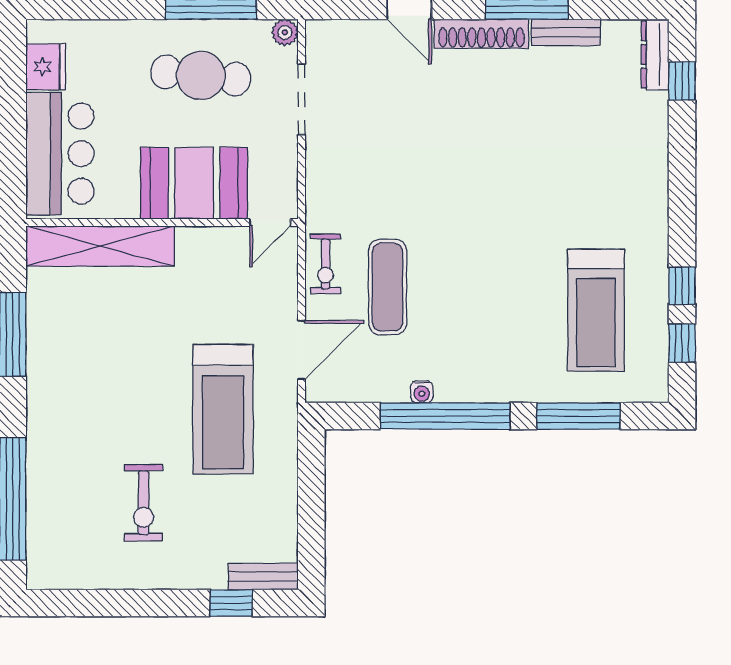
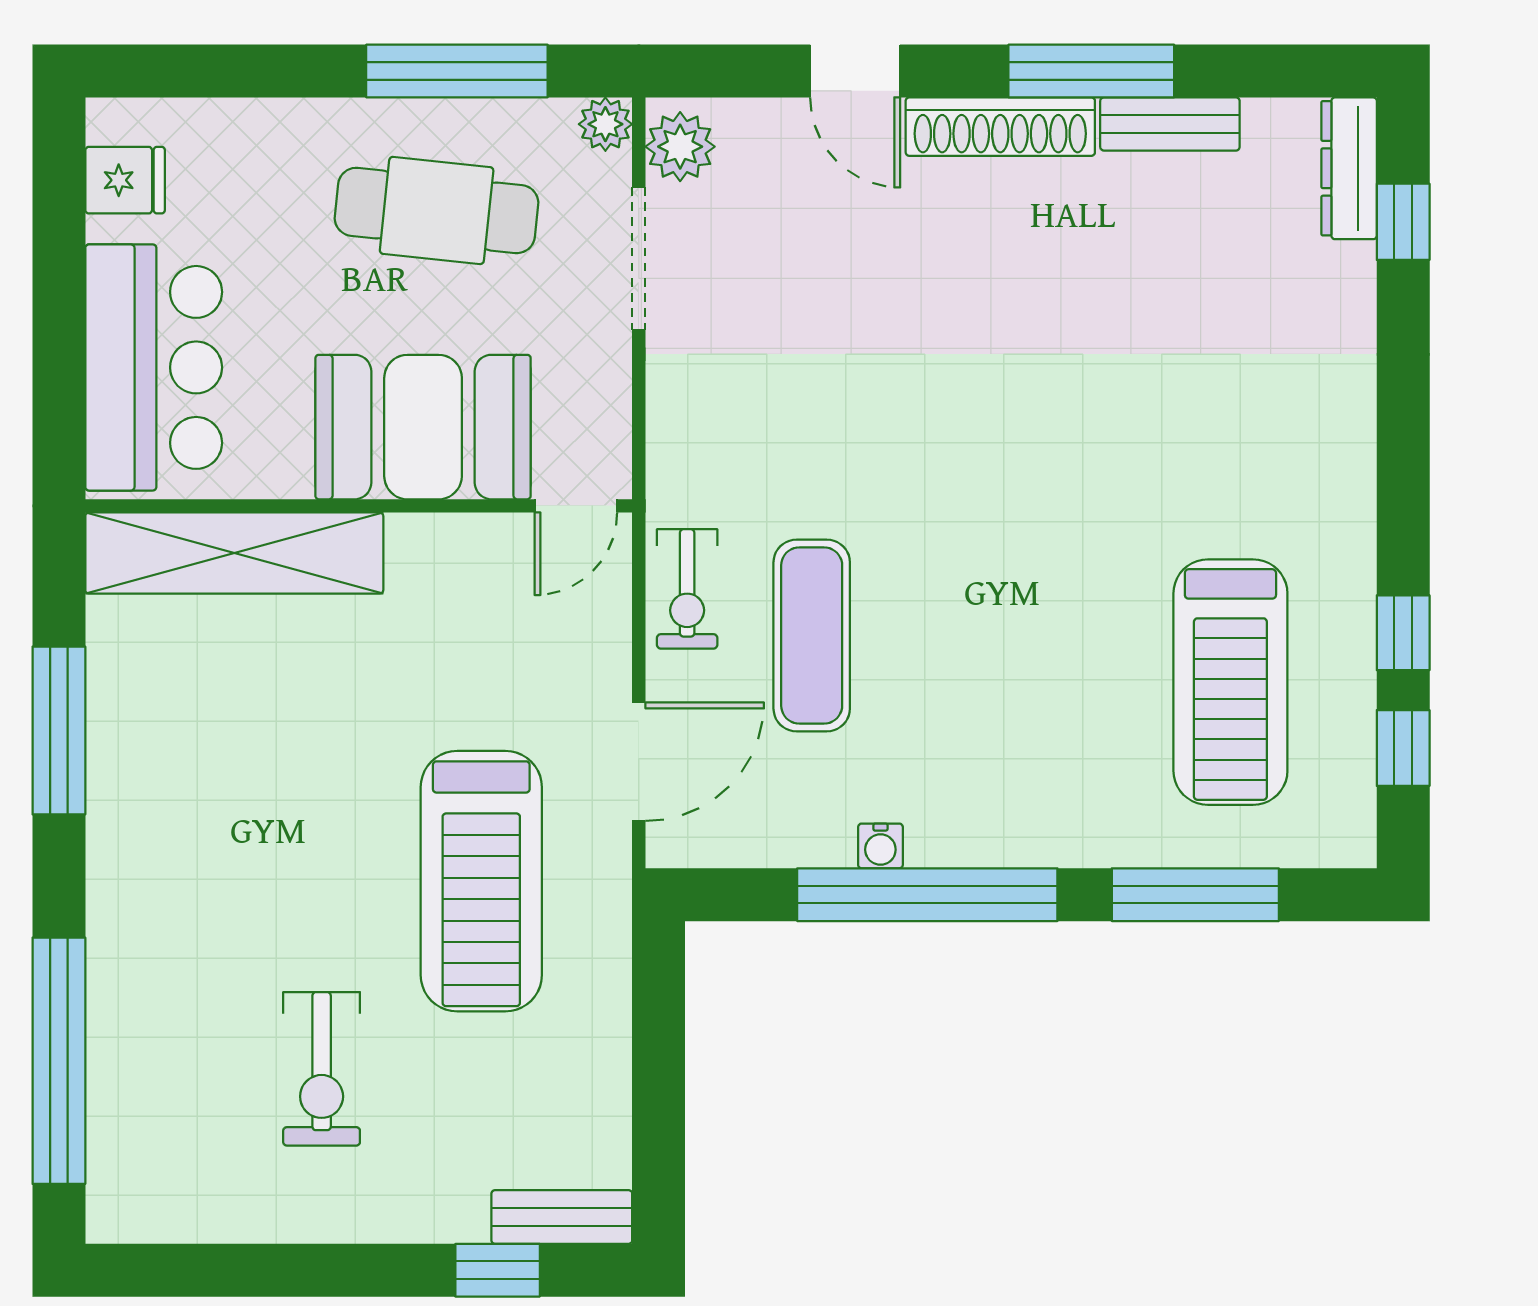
plant: (322, 44) -> (680, 147), added
fridge: (46, 67) -> (125, 180), width x0.72

